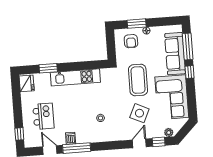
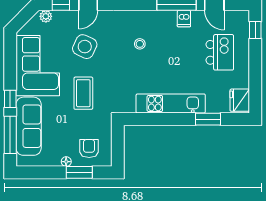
coffee table: (138, 80) -> (83, 93), width x0.73, depth x0.76
kitchen island: (43, 116) -> (220, 52), turned 180

